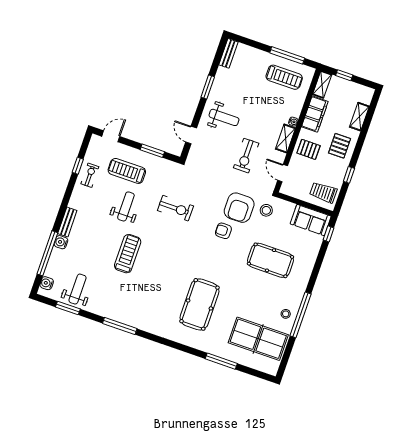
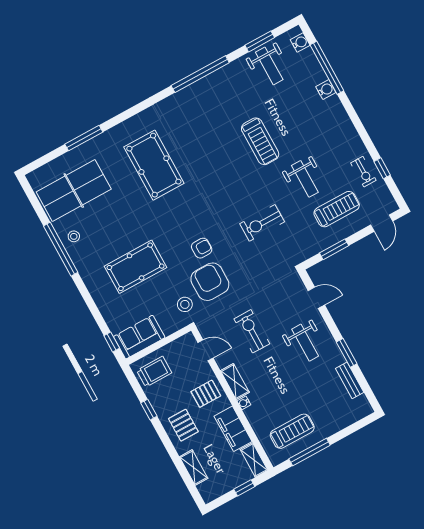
bench: (228, 53) -> (350, 380), moved
treadmill: (284, 77) -> (292, 431), turned 180
weight bench: (224, 117) -> (305, 343), turned -90
bench: (67, 222) -> (339, 112), removed
window: (120, 326) -> (200, 74), width x1.46

